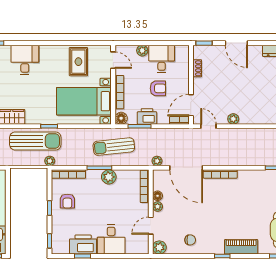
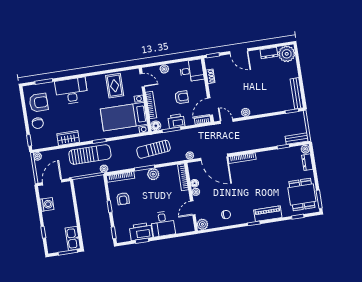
desk: (162, 59) -> (192, 71), moved, turned 90
desk: (25, 60) -> (71, 91), width x1.37

